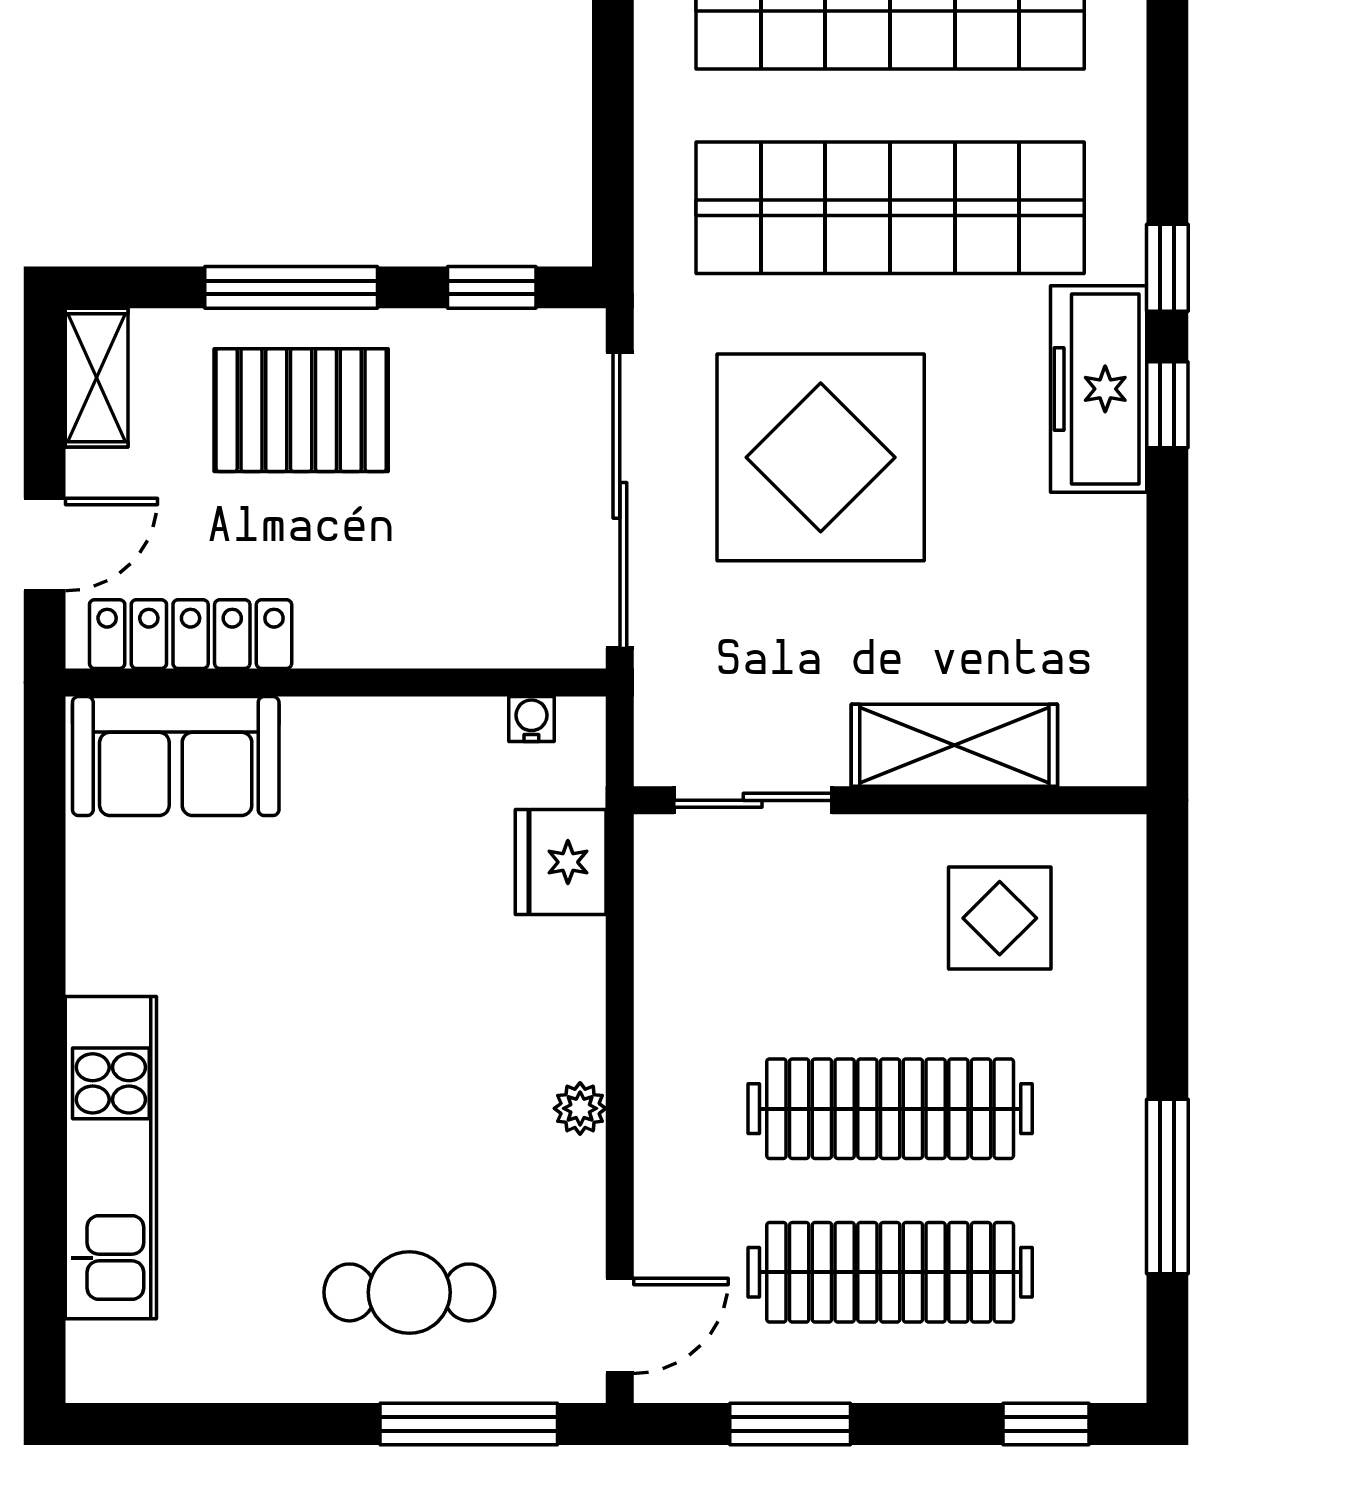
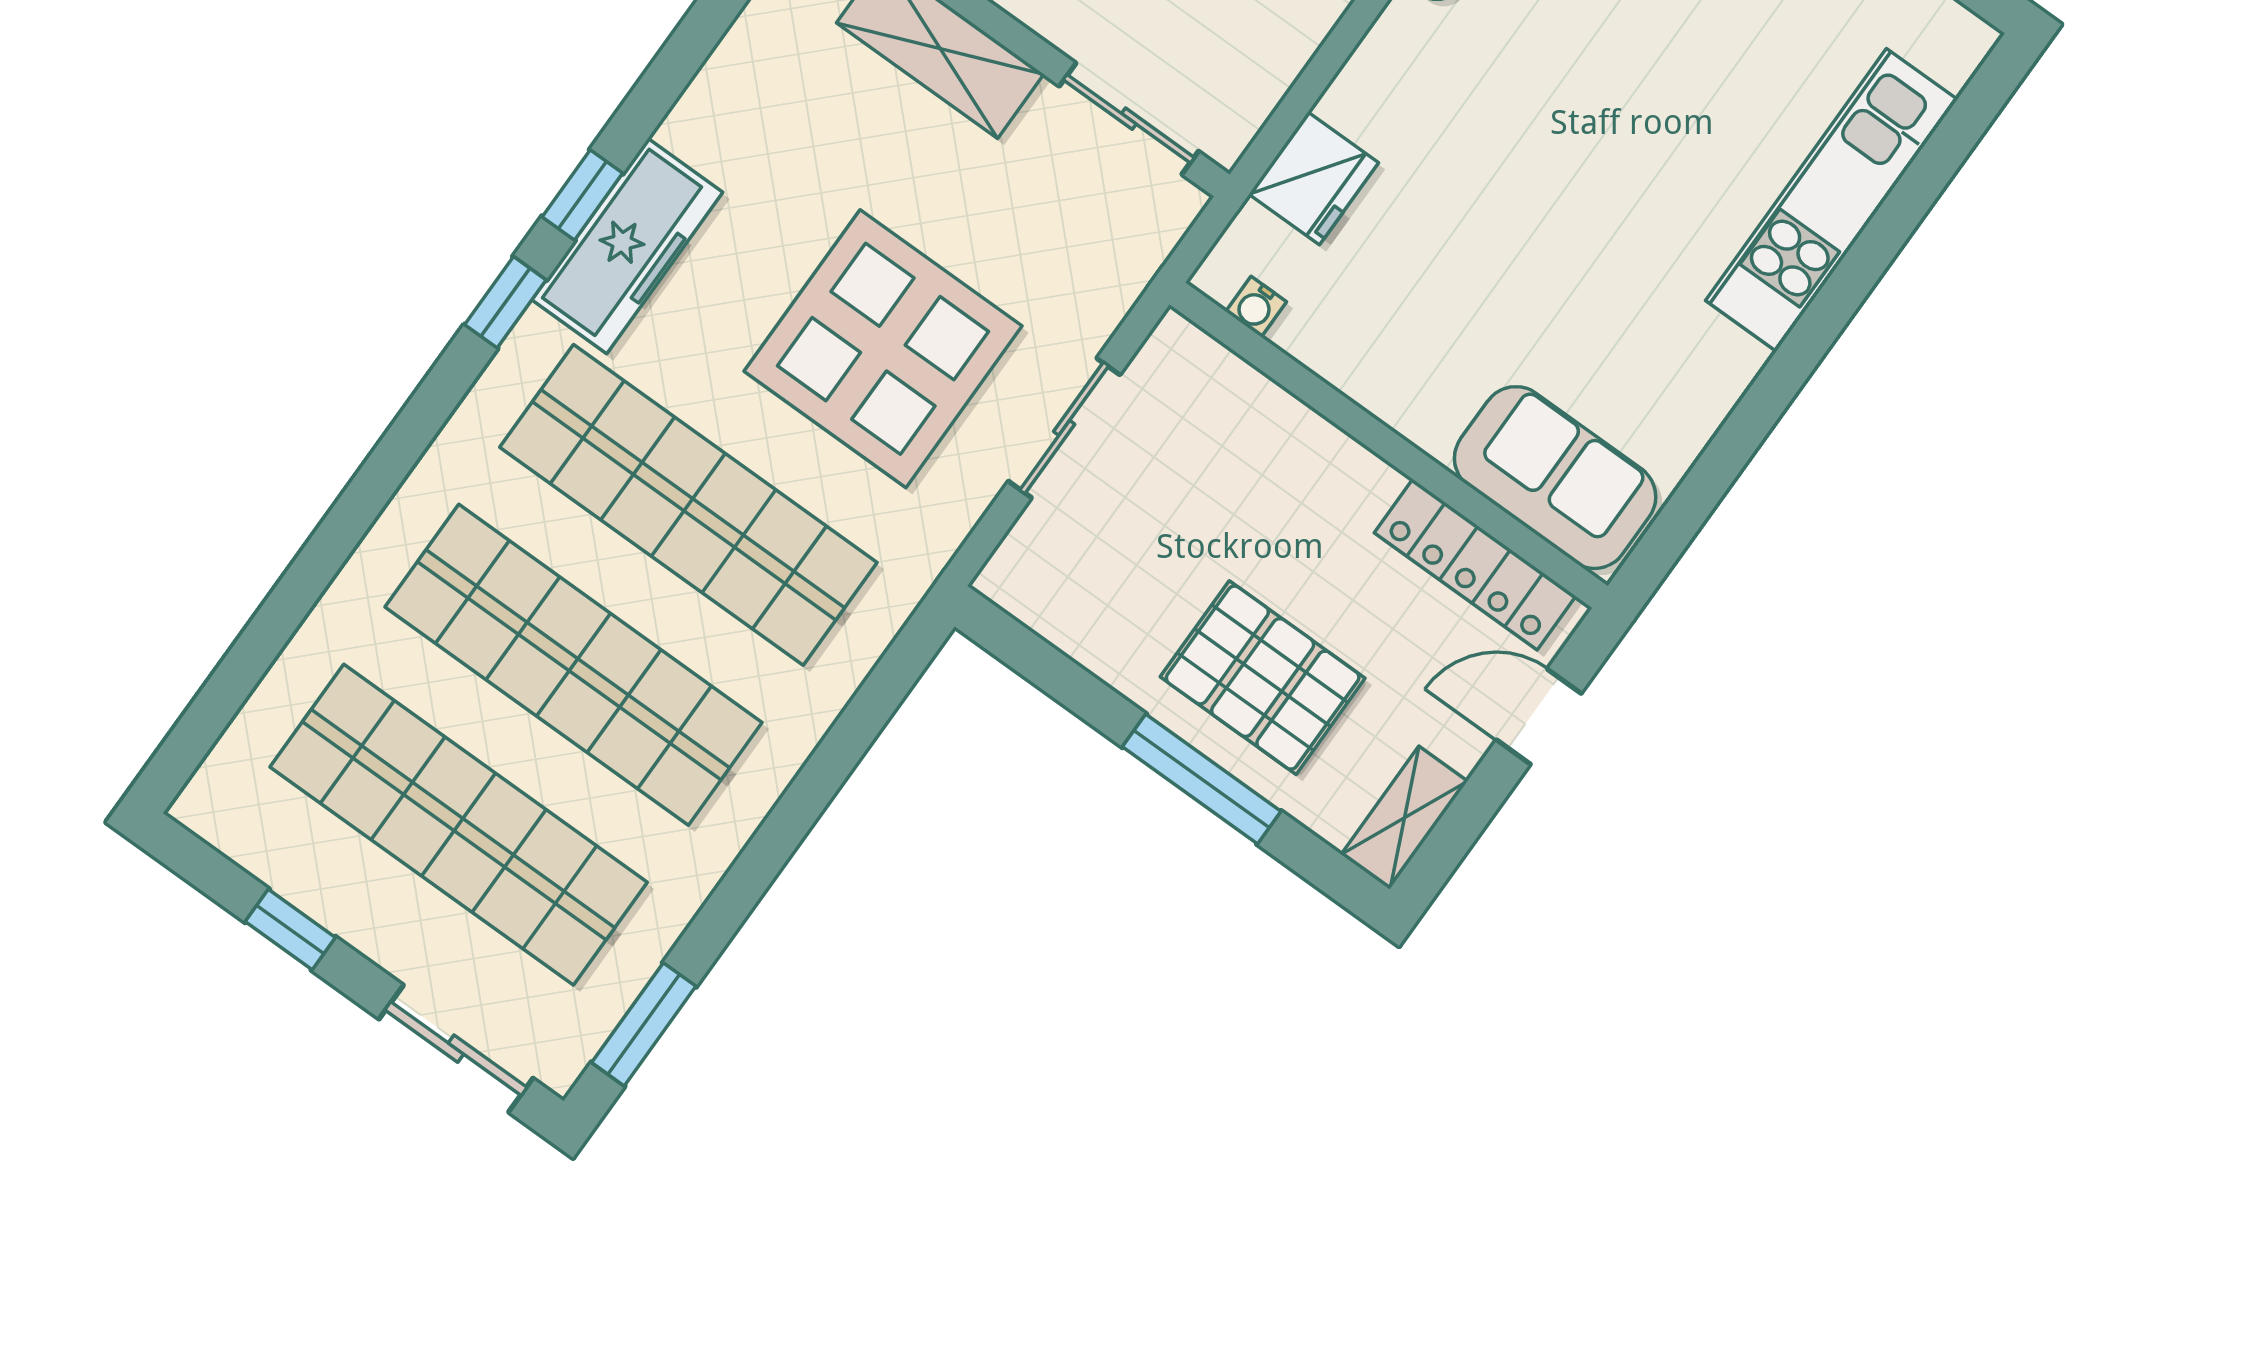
window: (492, 287) -> (1045, 666), removed
sliding door: (620, 500) -> (1064, 428), width x0.54

